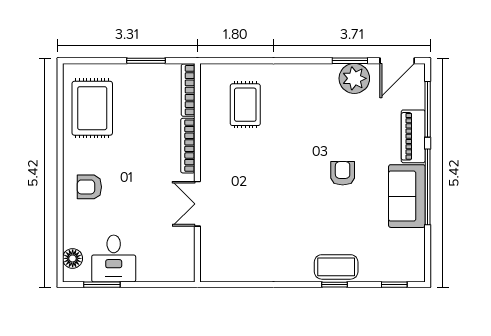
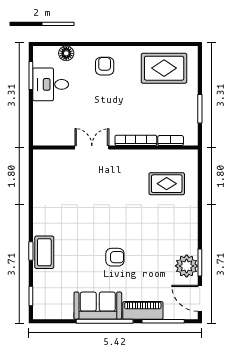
bookcase: (188, 90) -> (171, 141), width x0.64
floor lamp: (73, 258) -> (66, 53), moved

